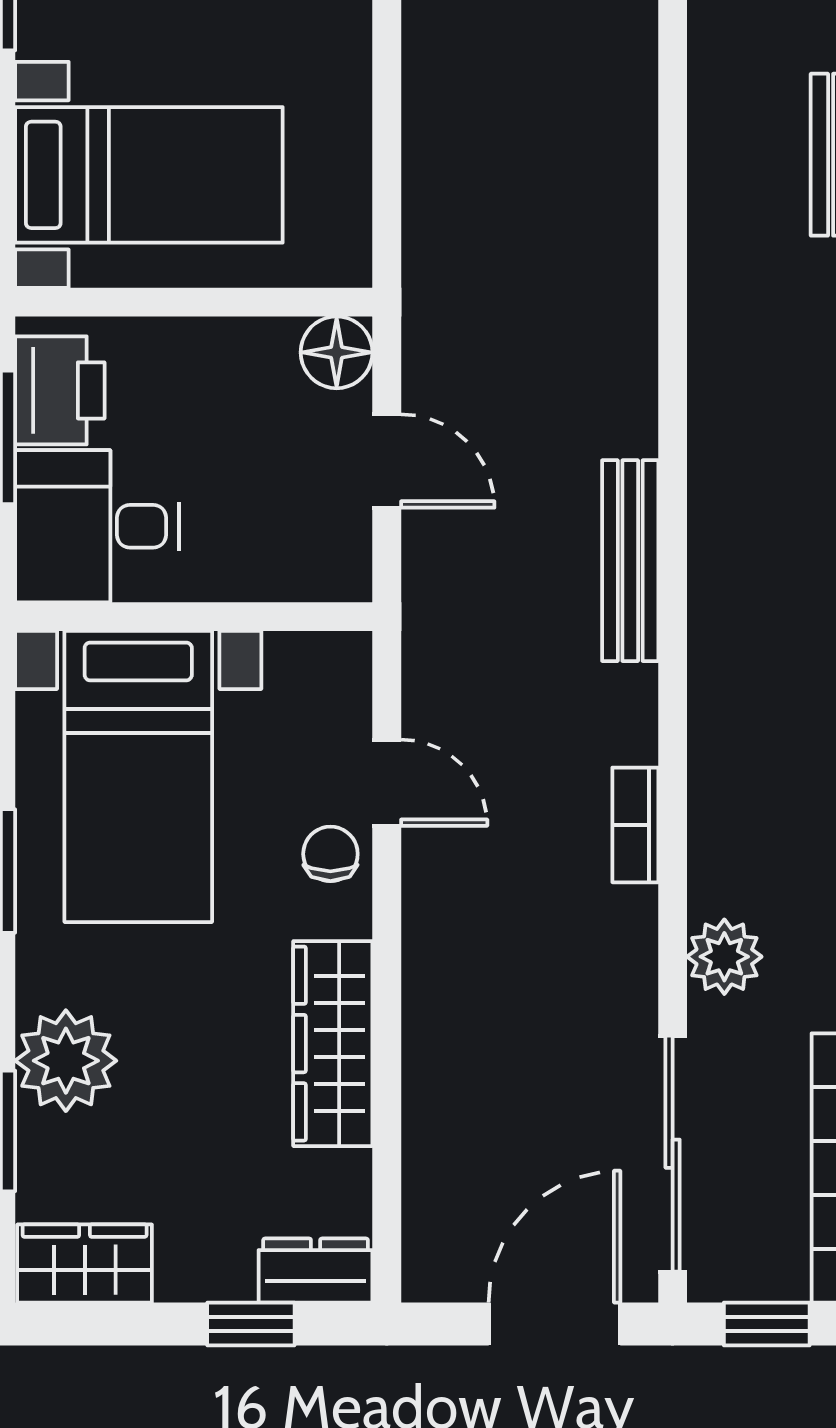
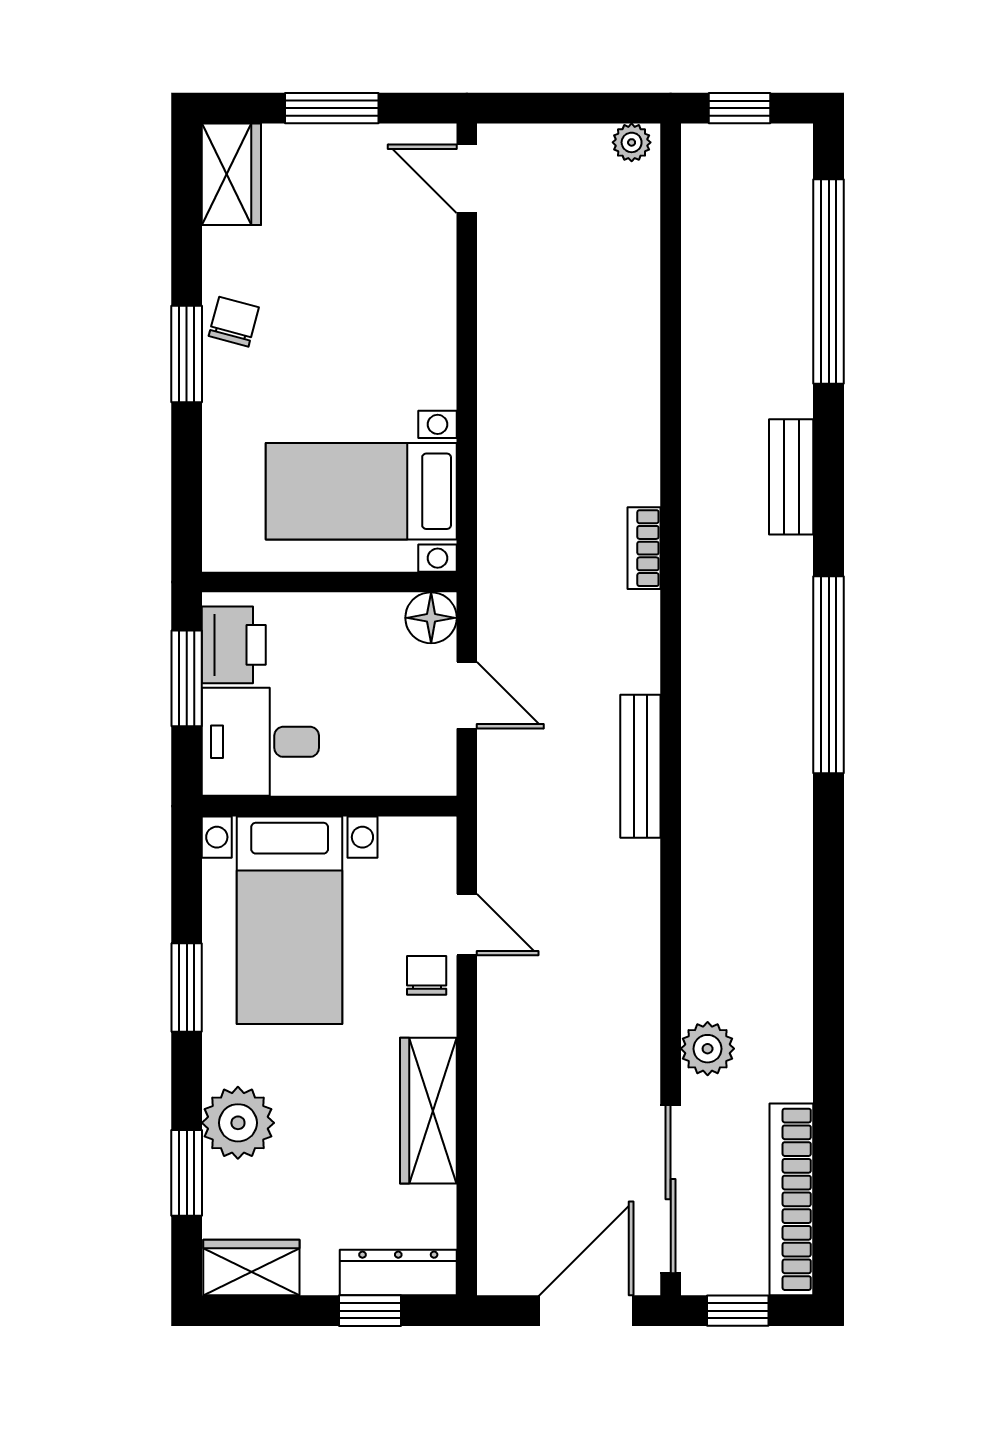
bed with nightstands: (149, 175) -> (361, 491), moved, turned 180
bookcase: (635, 825) -> (644, 548), moved
dresser: (316, 1271) -> (398, 1272), width x1.44

